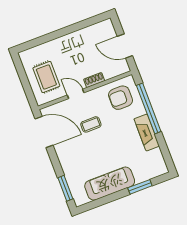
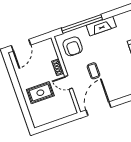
door: (125, 46) -> (21, 45), moved
rug: (46, 77) -> (40, 93), moved
door: (76, 94) -> (68, 82), hinge flipped

